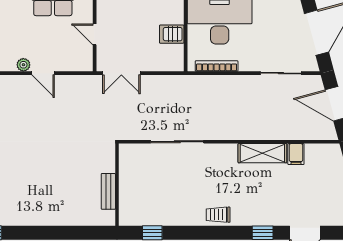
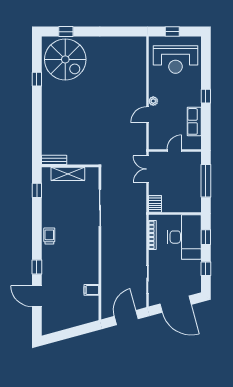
server rack: (172, 34) -> (155, 204), moved
shelving: (262, 153) -> (68, 174), moved, turned 90
bench: (108, 191) -> (54, 160), moved

